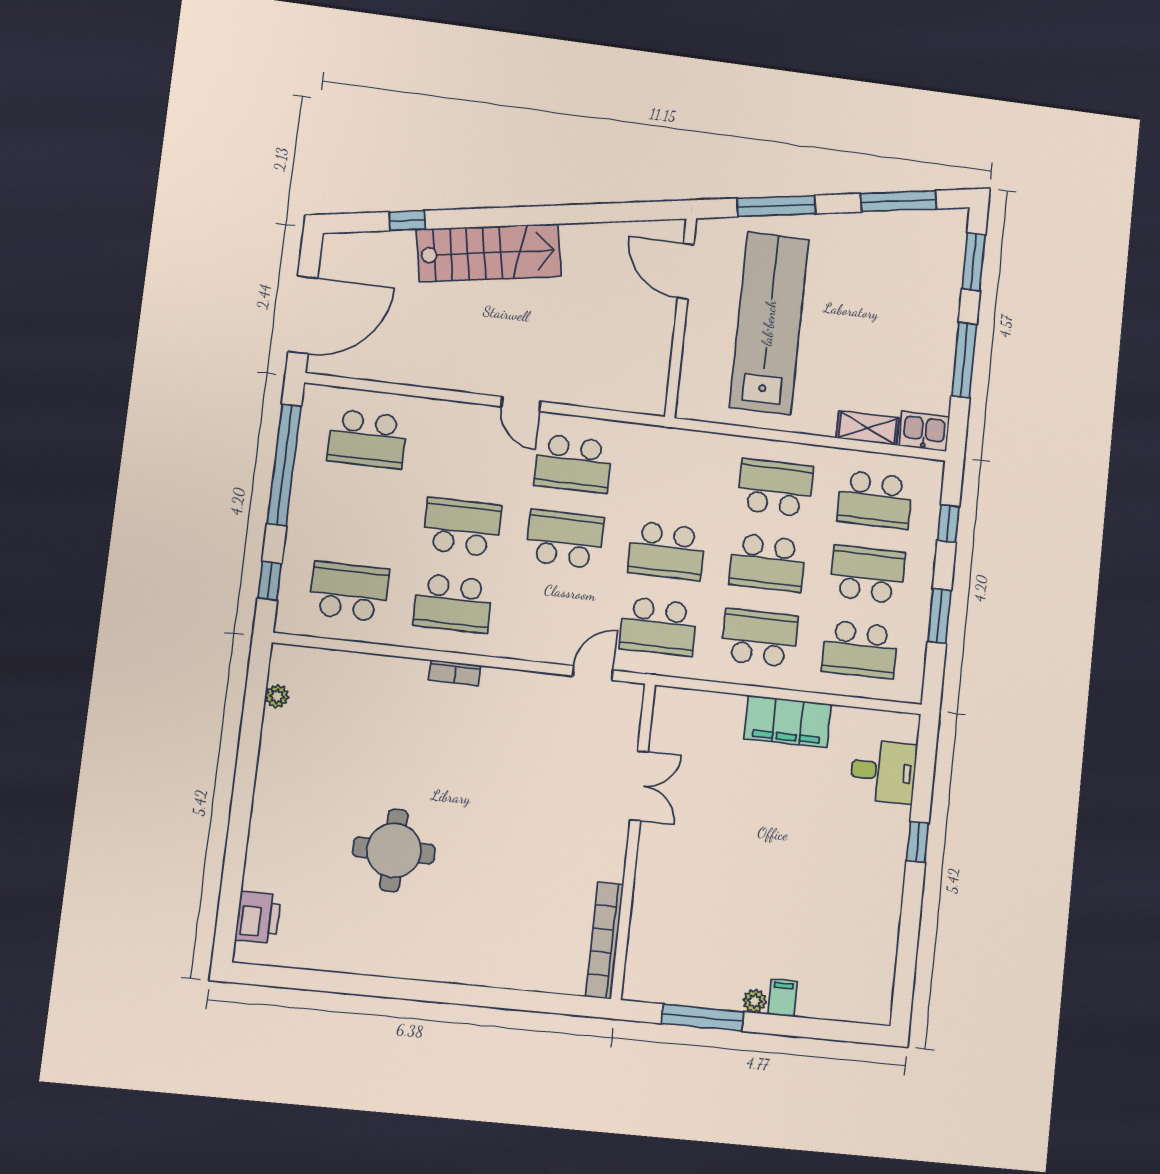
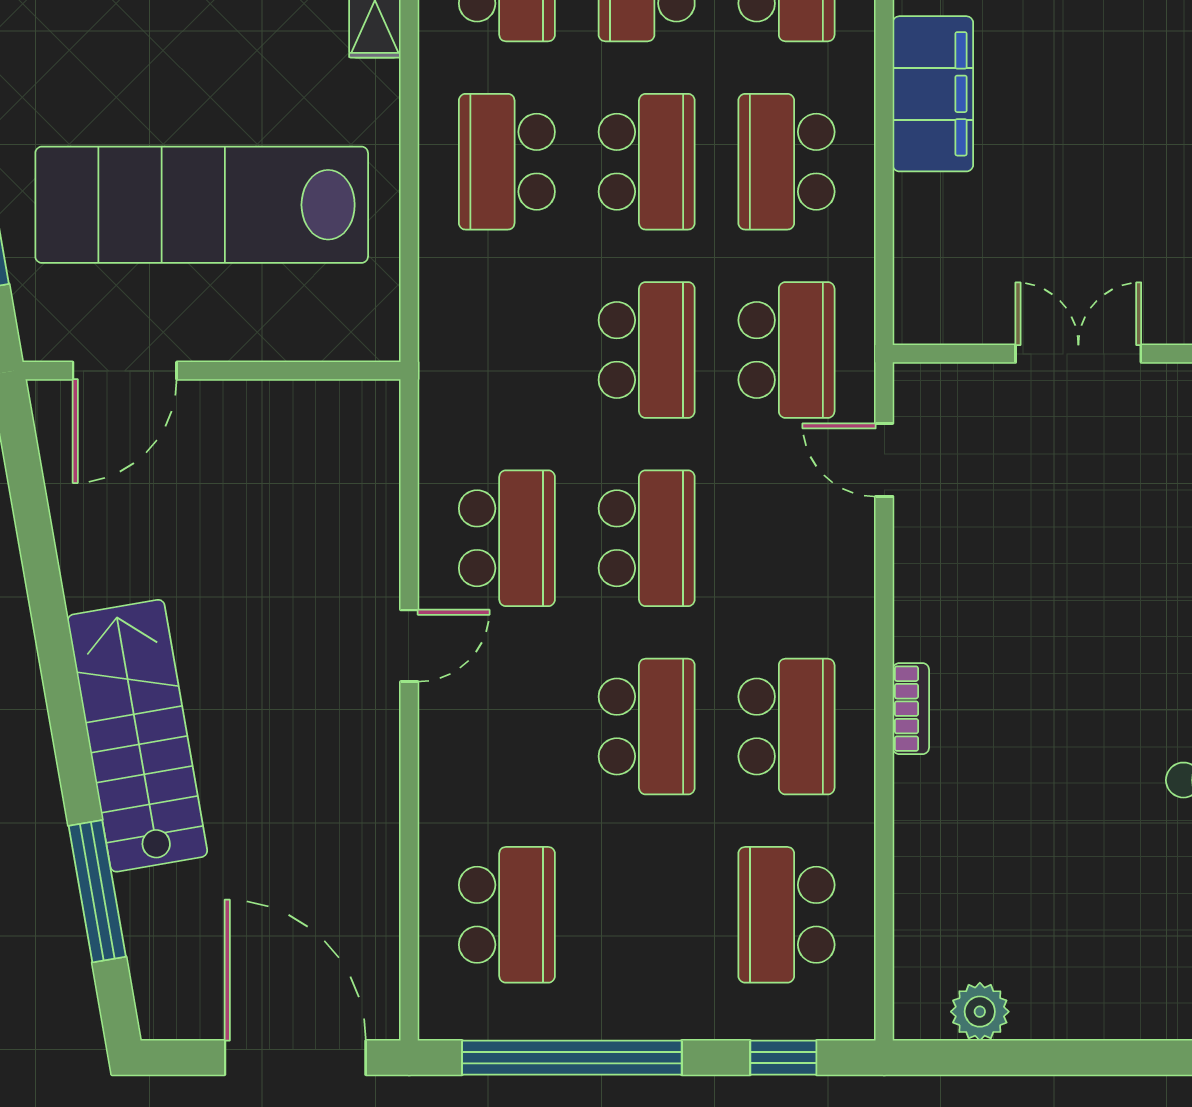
window: (407, 221) -> (97, 891), width x2.17
school desk: (462, 527) -> (647, 727), turned 180
school desk: (565, 539) -> (647, 538), turned 180
plant: (277, 696) -> (980, 1012), width x1.38, depth x1.38

